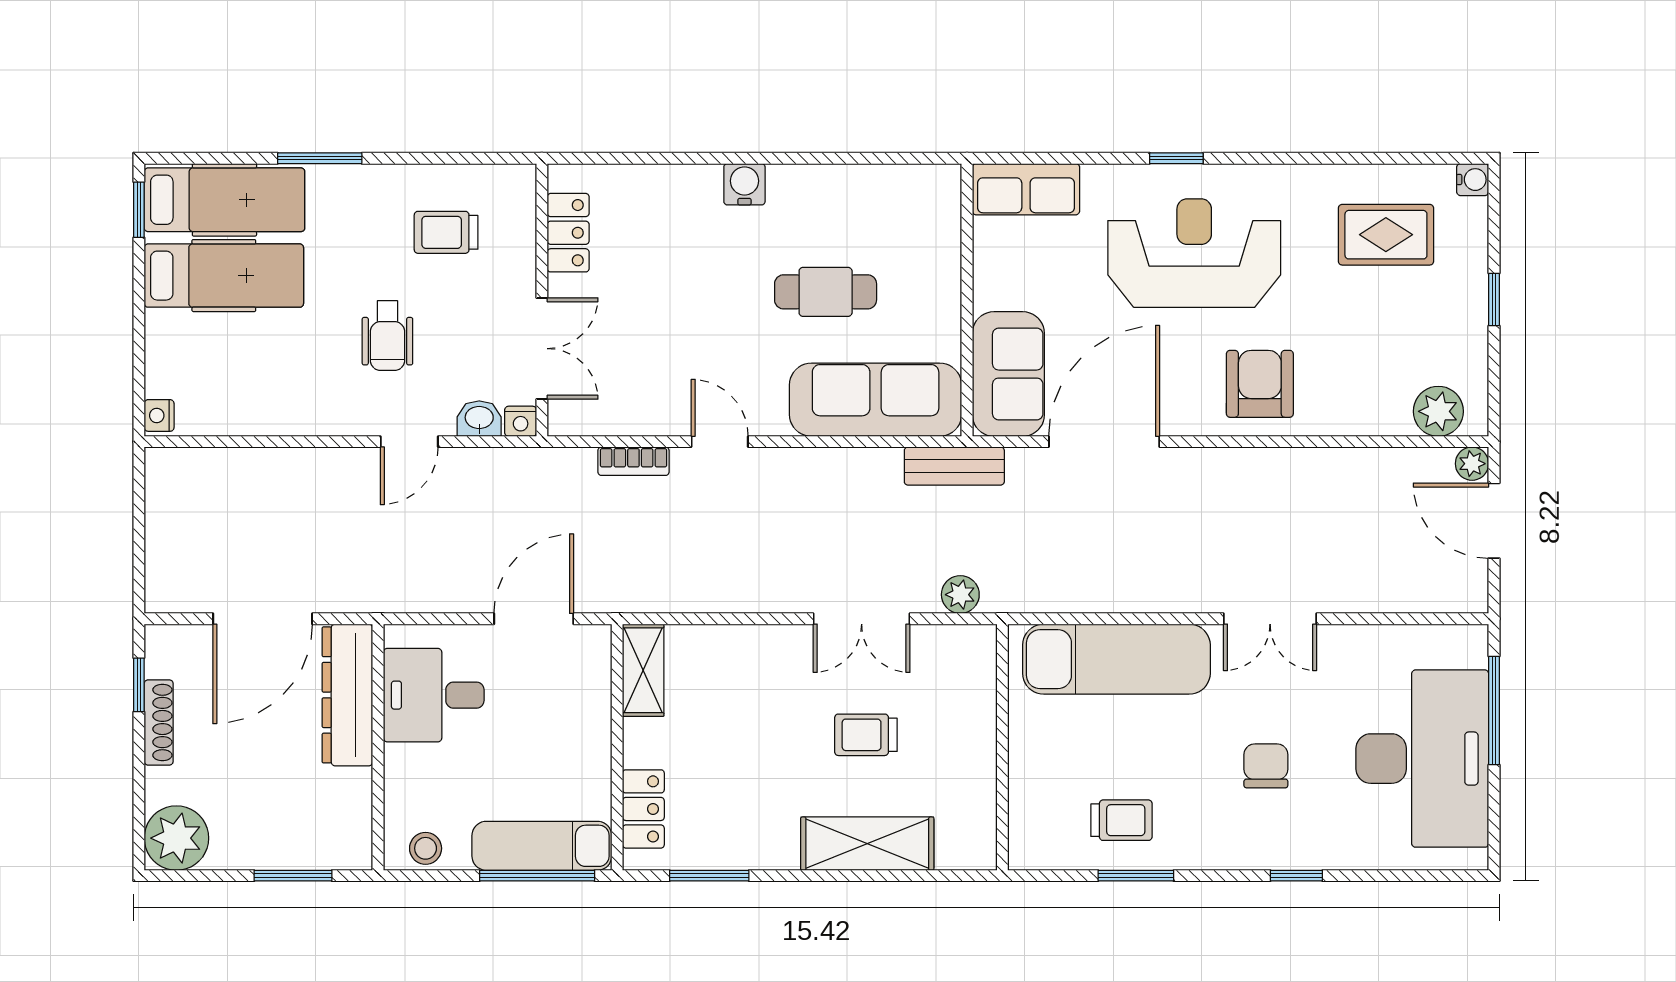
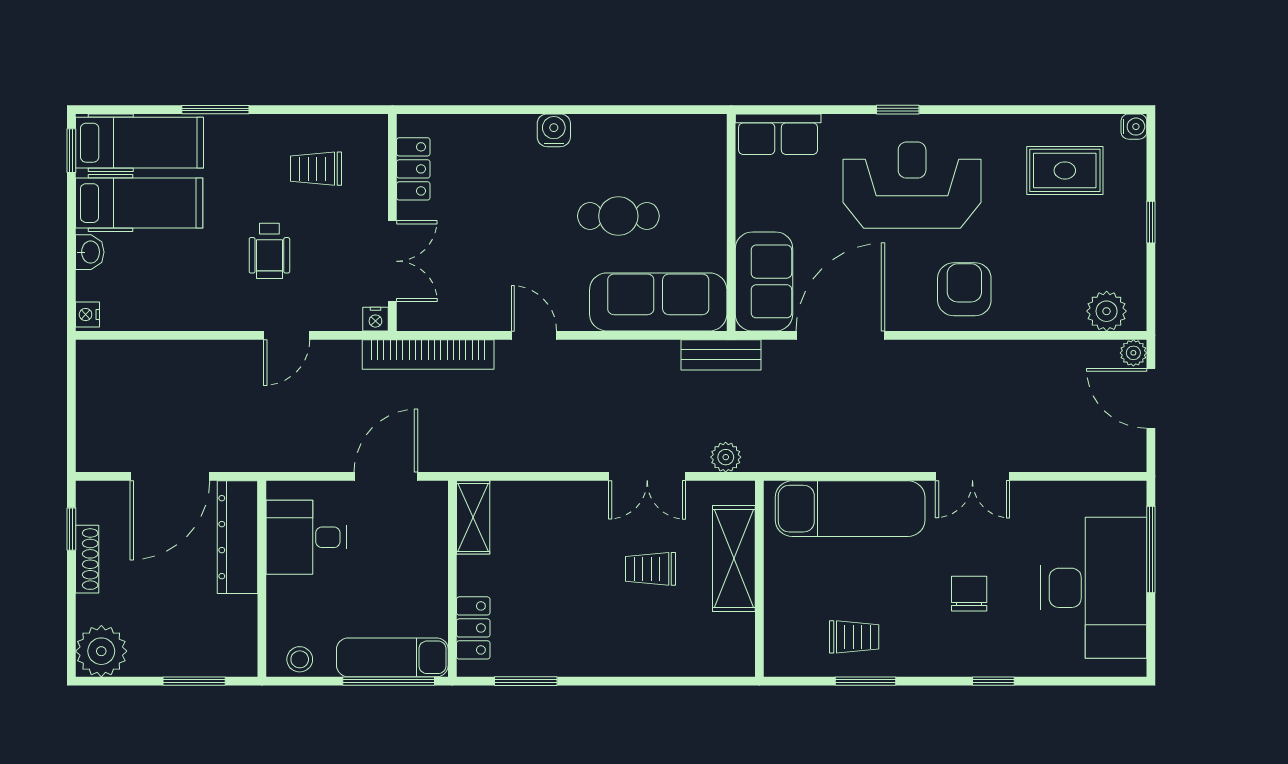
washbasin: (479, 419) -> (90, 252), moved, turned 90
bookcase: (633, 461) -> (428, 354), width x2.31, depth x1.31
shelving: (867, 844) -> (734, 559), moved, turned 90

